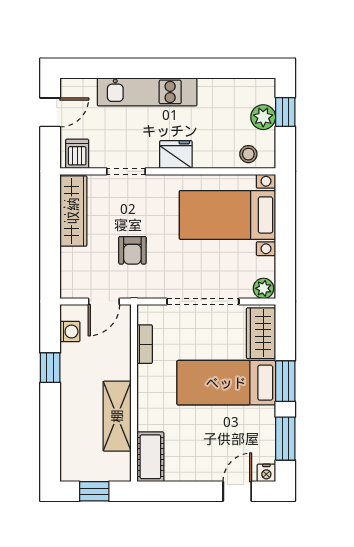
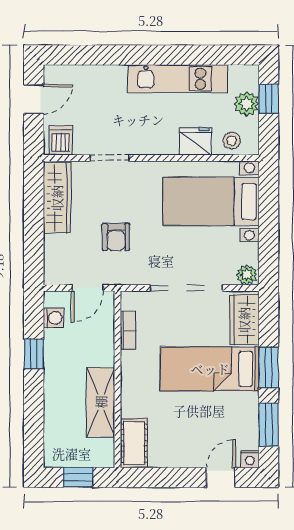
kitchen unit: (147, 92) -> (178, 79), moved
fridge: (176, 155) -> (196, 141), moved

